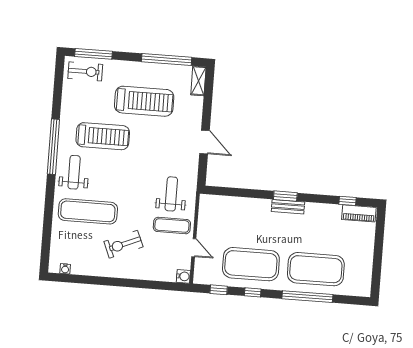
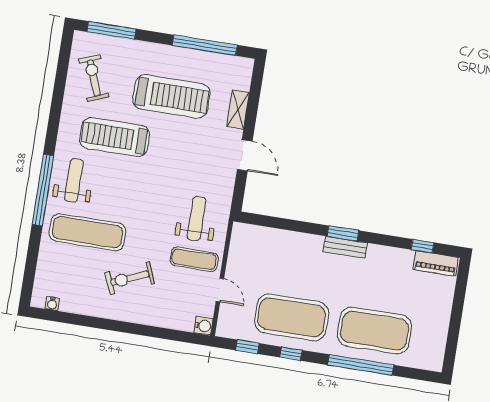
exercise bike: (85, 71) -> (94, 78), moved, turned -111
shelving: (198, 81) -> (238, 110), moved
treadmill: (103, 136) -> (115, 137), turned 180
window: (53, 147) -> (43, 190), moved

